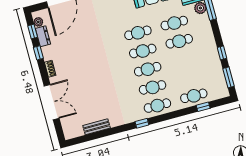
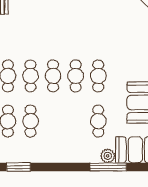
cafe table: (179, 41) -> (30, 121), moved
window: (222, 53) -> (49, 167), removed

